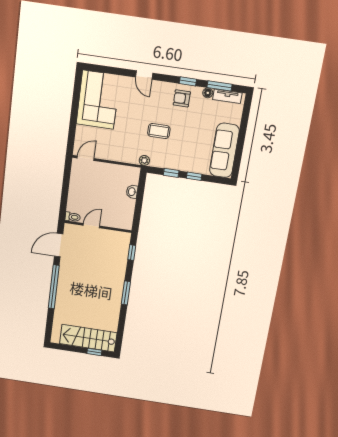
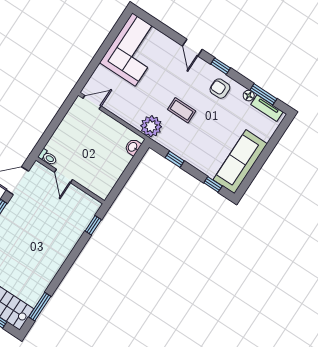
window: (188, 81) -> (221, 66), moved
plant: (144, 160) -> (151, 126), width x1.88, depth x1.88
window: (194, 176) -> (213, 184), moved
washbasin: (132, 192) -> (133, 147), moved
door: (91, 226) -> (63, 176), swing flipped
window: (126, 293) -> (40, 307), moved

